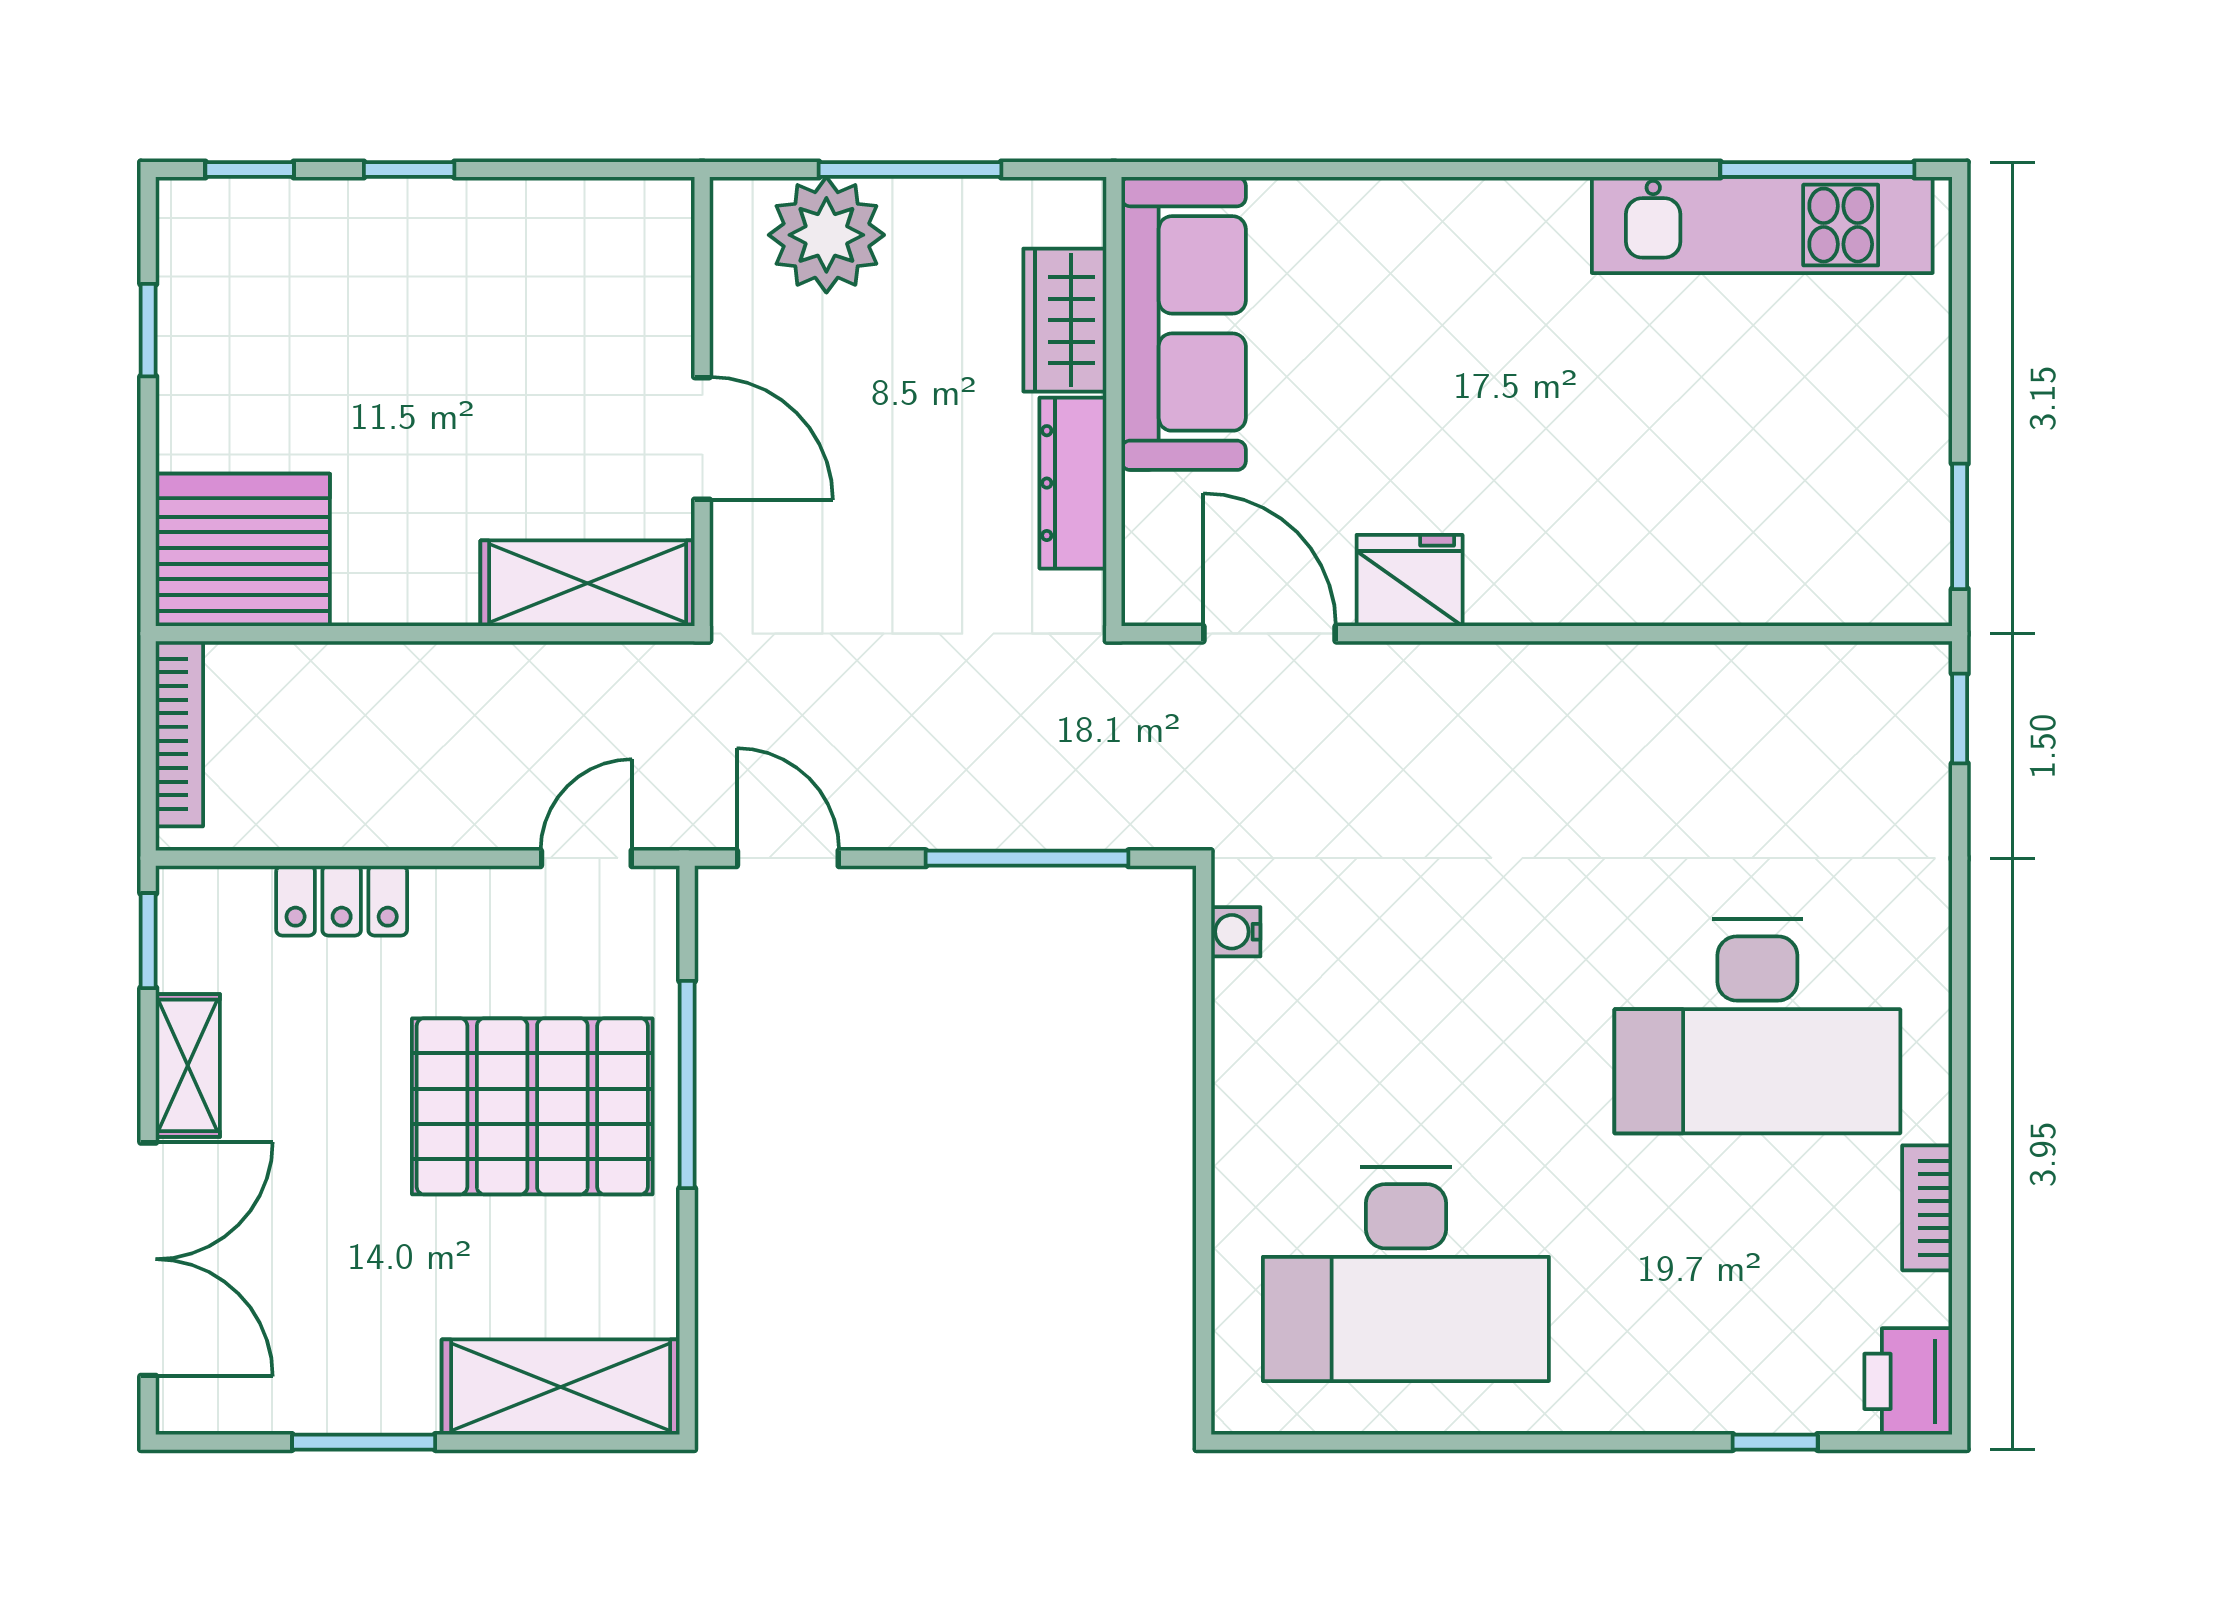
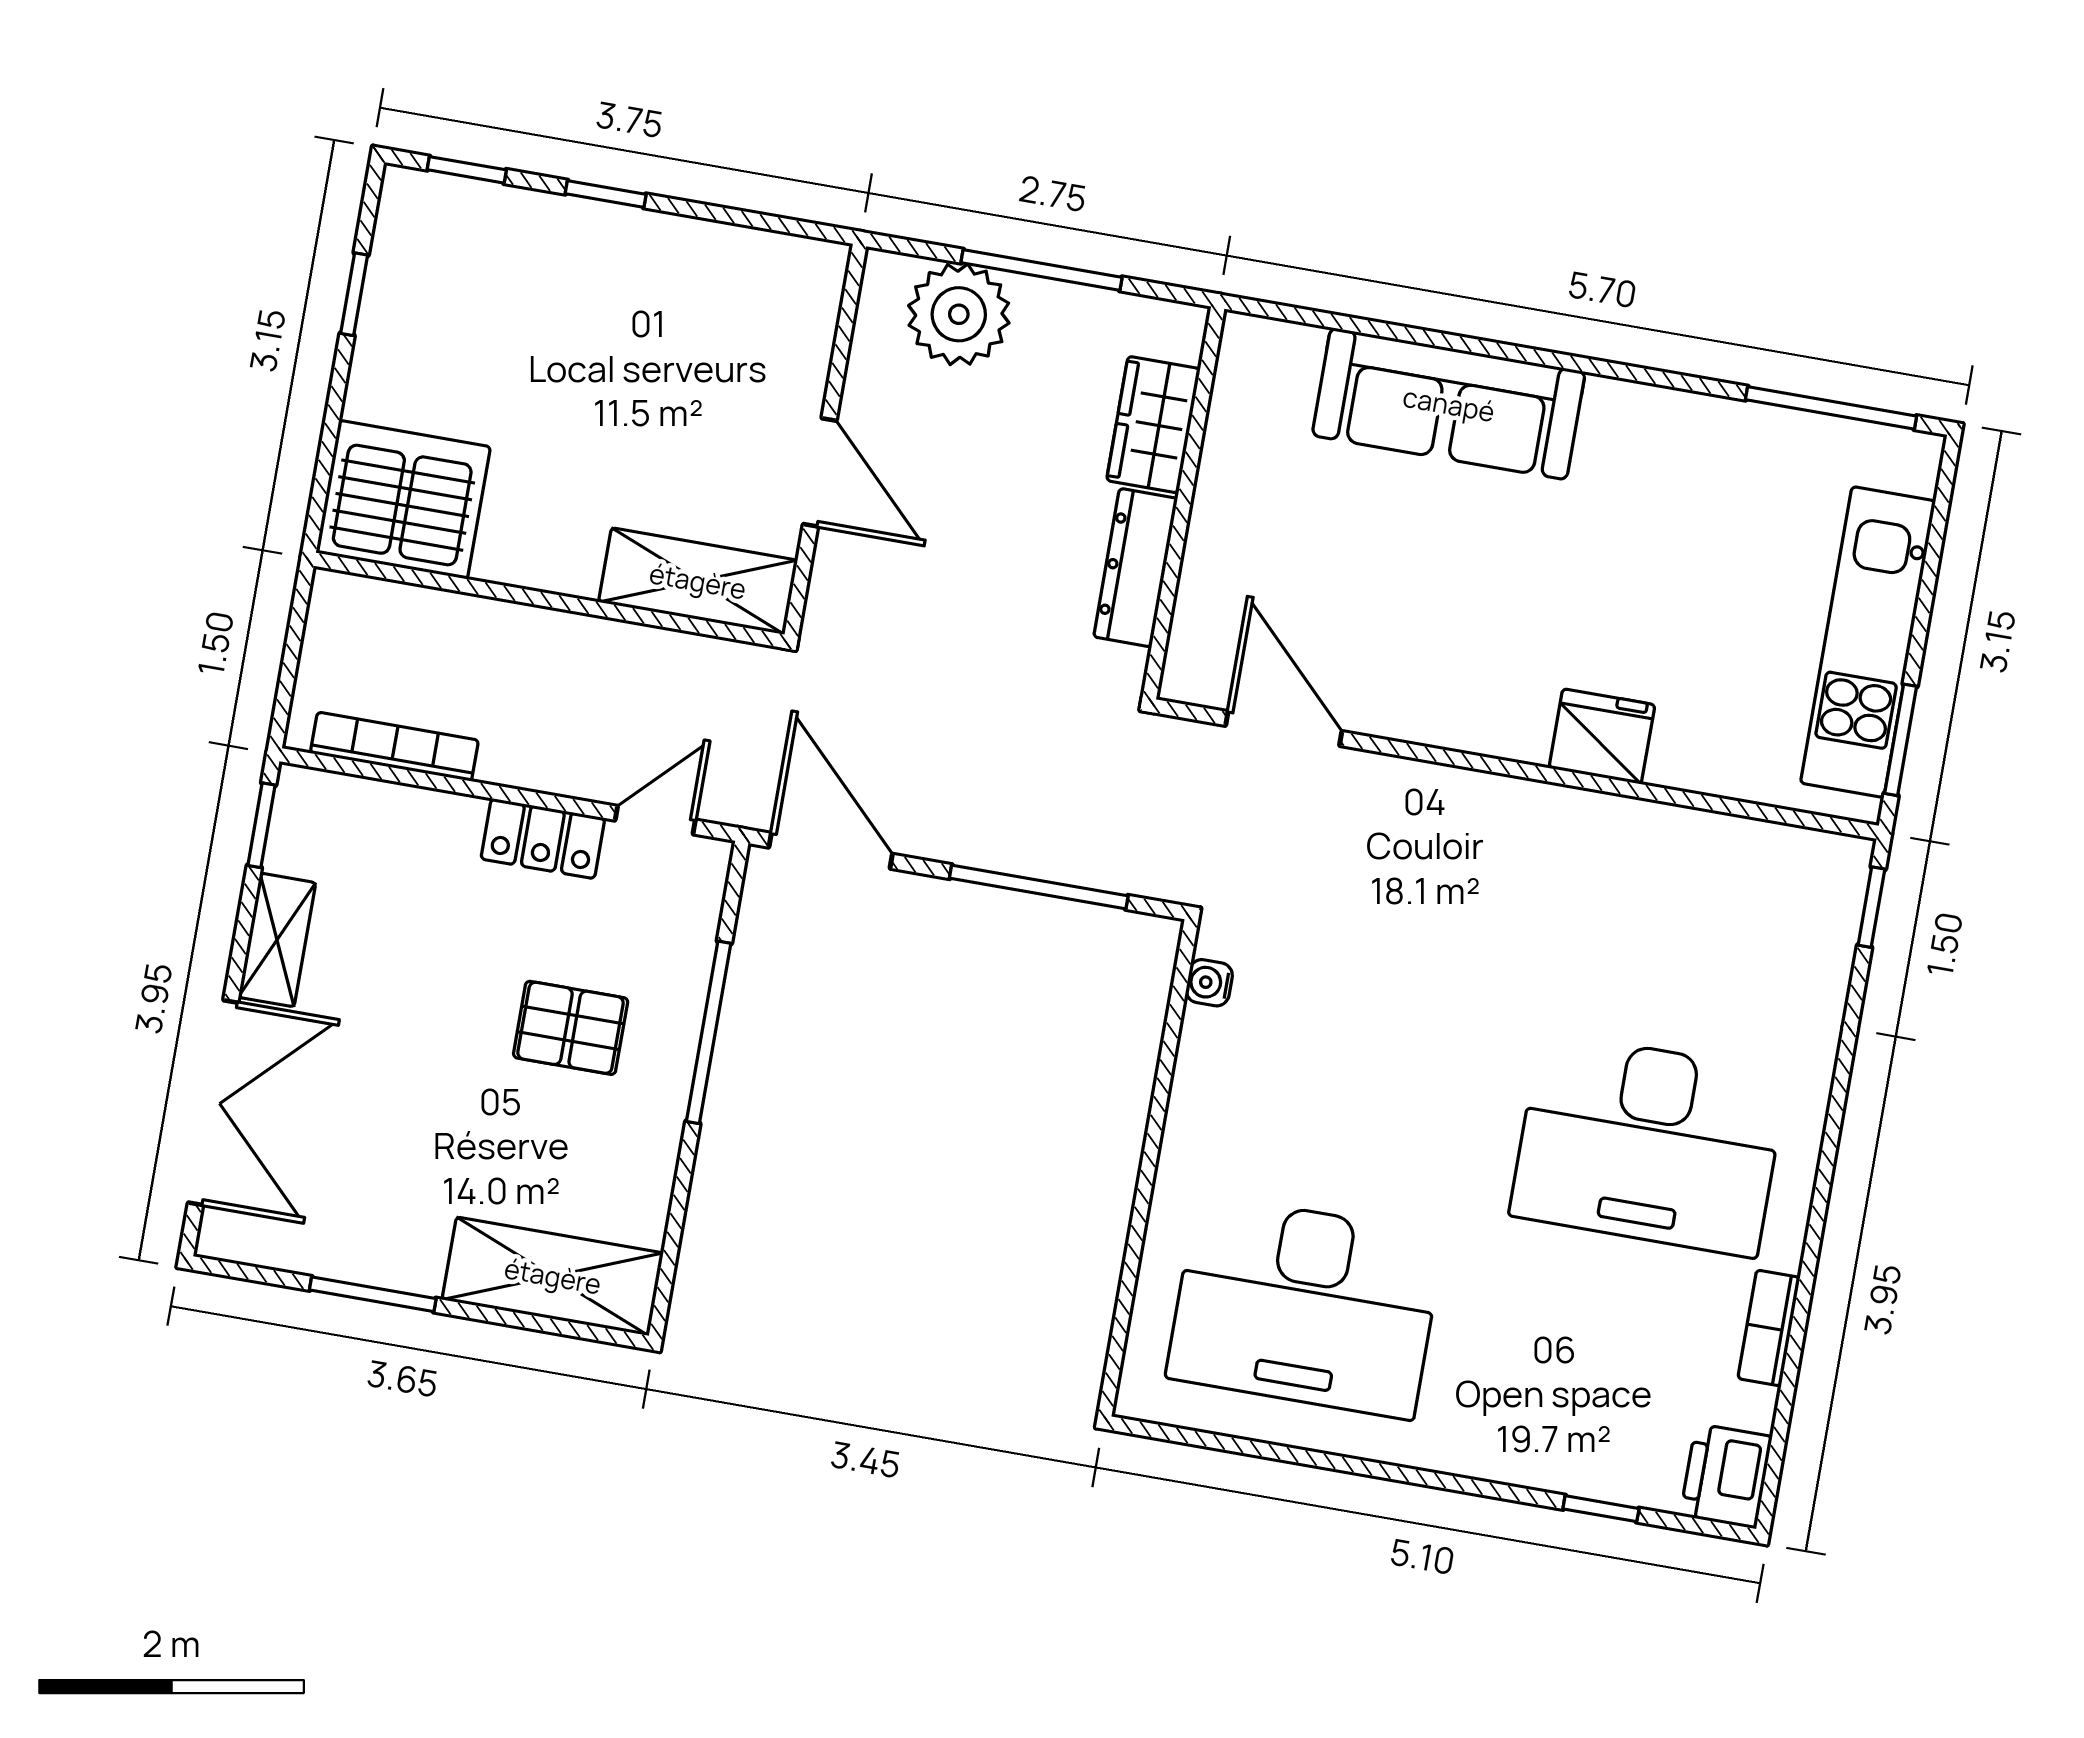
kitchen unit: (1762, 225) -> (1868, 642), moved, turned 90
sofa: (1184, 323) -> (1449, 404), moved, turned 90
fridge: (1410, 580) -> (1602, 736), moved
bookcase: (179, 734) -> (394, 747), moved, turned -90
door: (788, 858) -> (831, 851), width x1.38
locker: (342, 901) -> (543, 839), moved
pallet: (532, 1106) -> (571, 1028), width x0.49, depth x0.50

